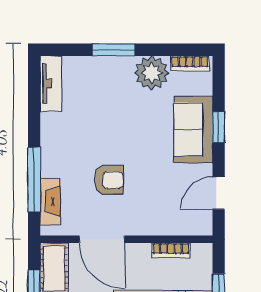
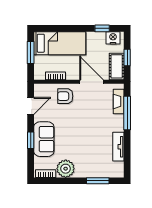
window: (113, 50) -> (98, 181), moved
tv unit: (51, 84) -> (118, 147), moved
armchair: (109, 180) -> (65, 96), moved

